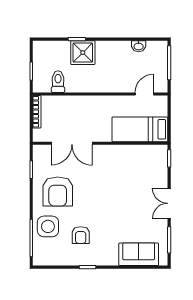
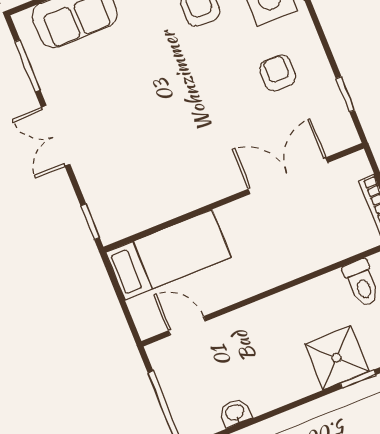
door: (144, 94) -> (187, 326), swing flipped
armchair: (58, 192) -> (278, 73), width x0.53, depth x0.53
double door: (169, 203) -> (56, 136), swing flipped

